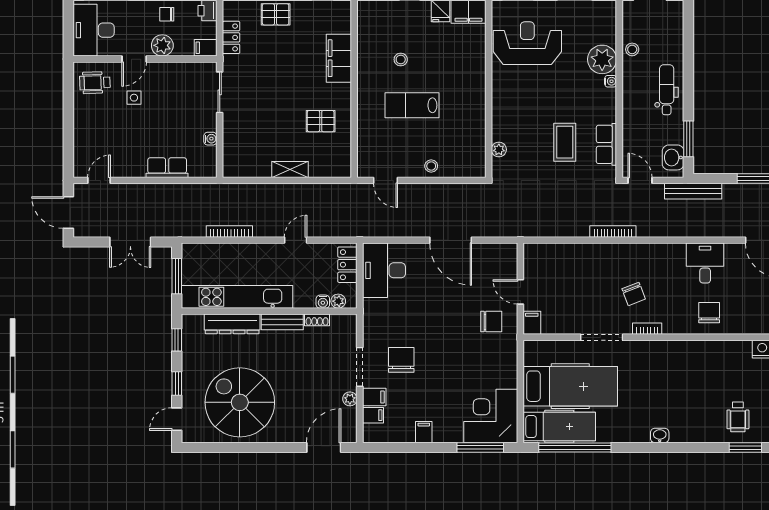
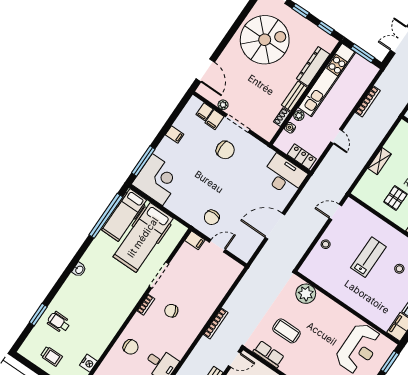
plant: (499, 149) -> (306, 294), width x1.88, depth x1.88
plant: (338, 301) -> (299, 116), moved

